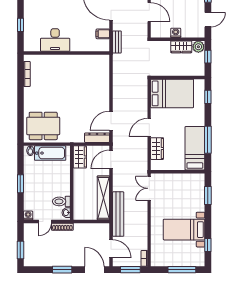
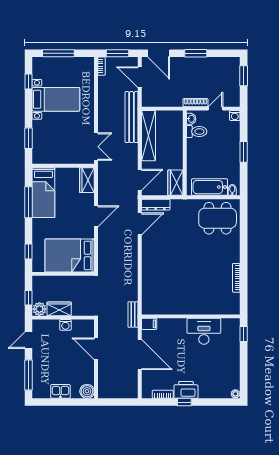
desk: (55, 40) -> (204, 331), moved
wall: (66, 53) -> (191, 316), moved
wardrobe: (157, 149) -> (87, 180), moved

